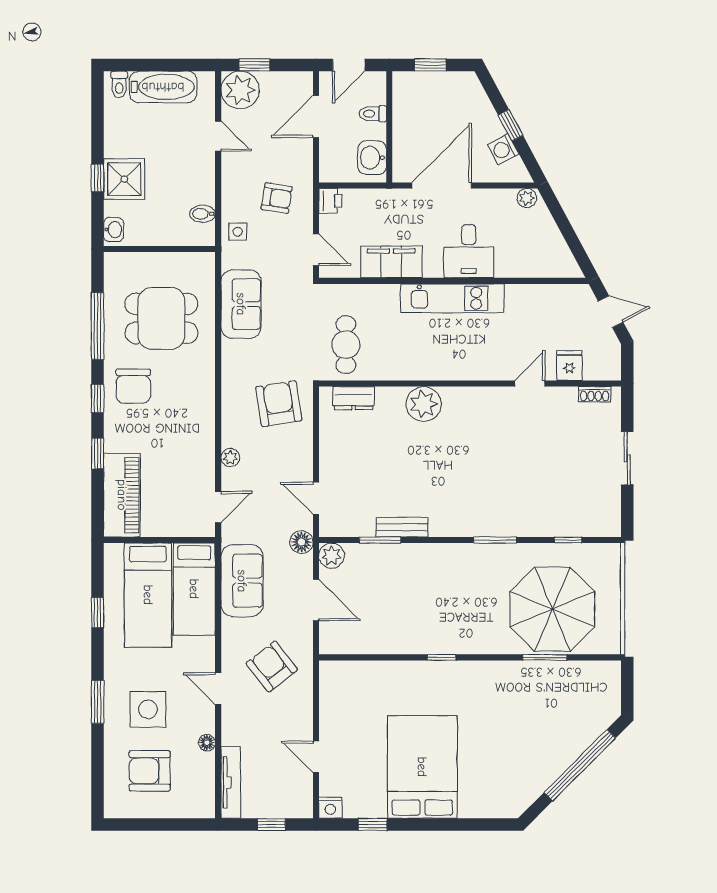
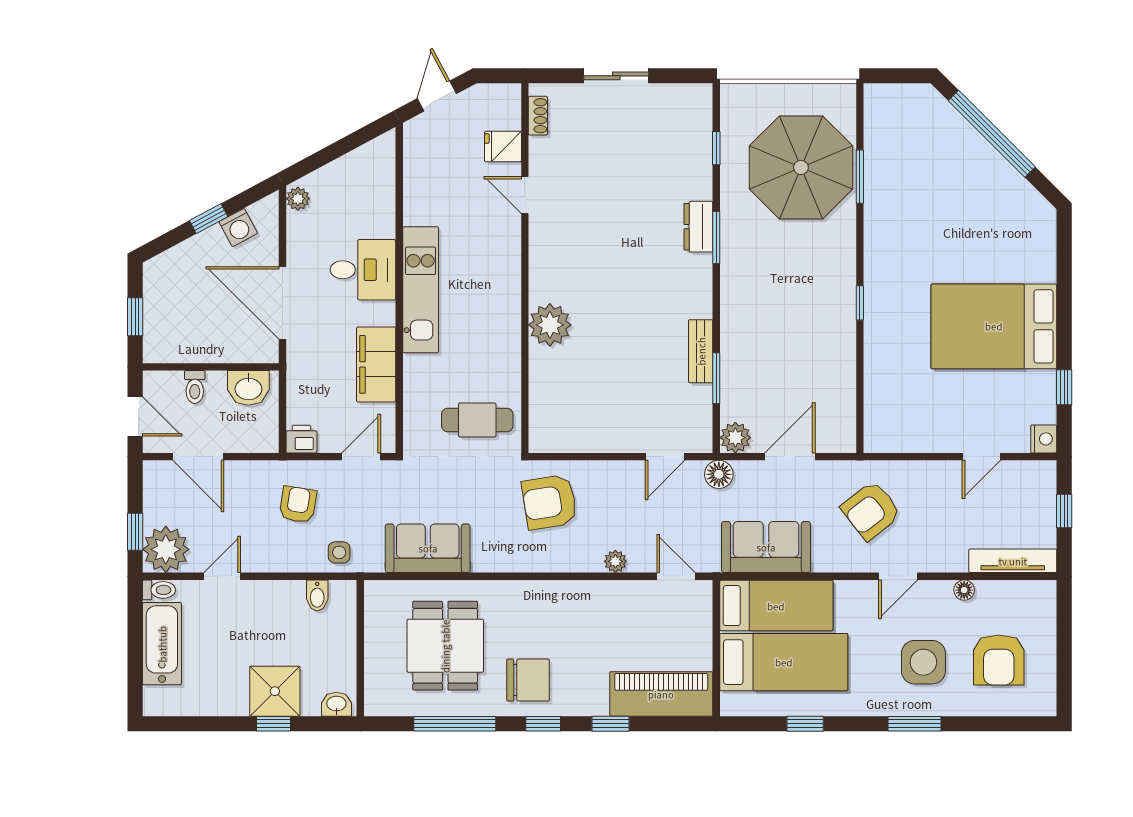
toilet: (119, 84) -> (159, 590), moved
dresser: (353, 398) -> (698, 227), moved, turned 180

